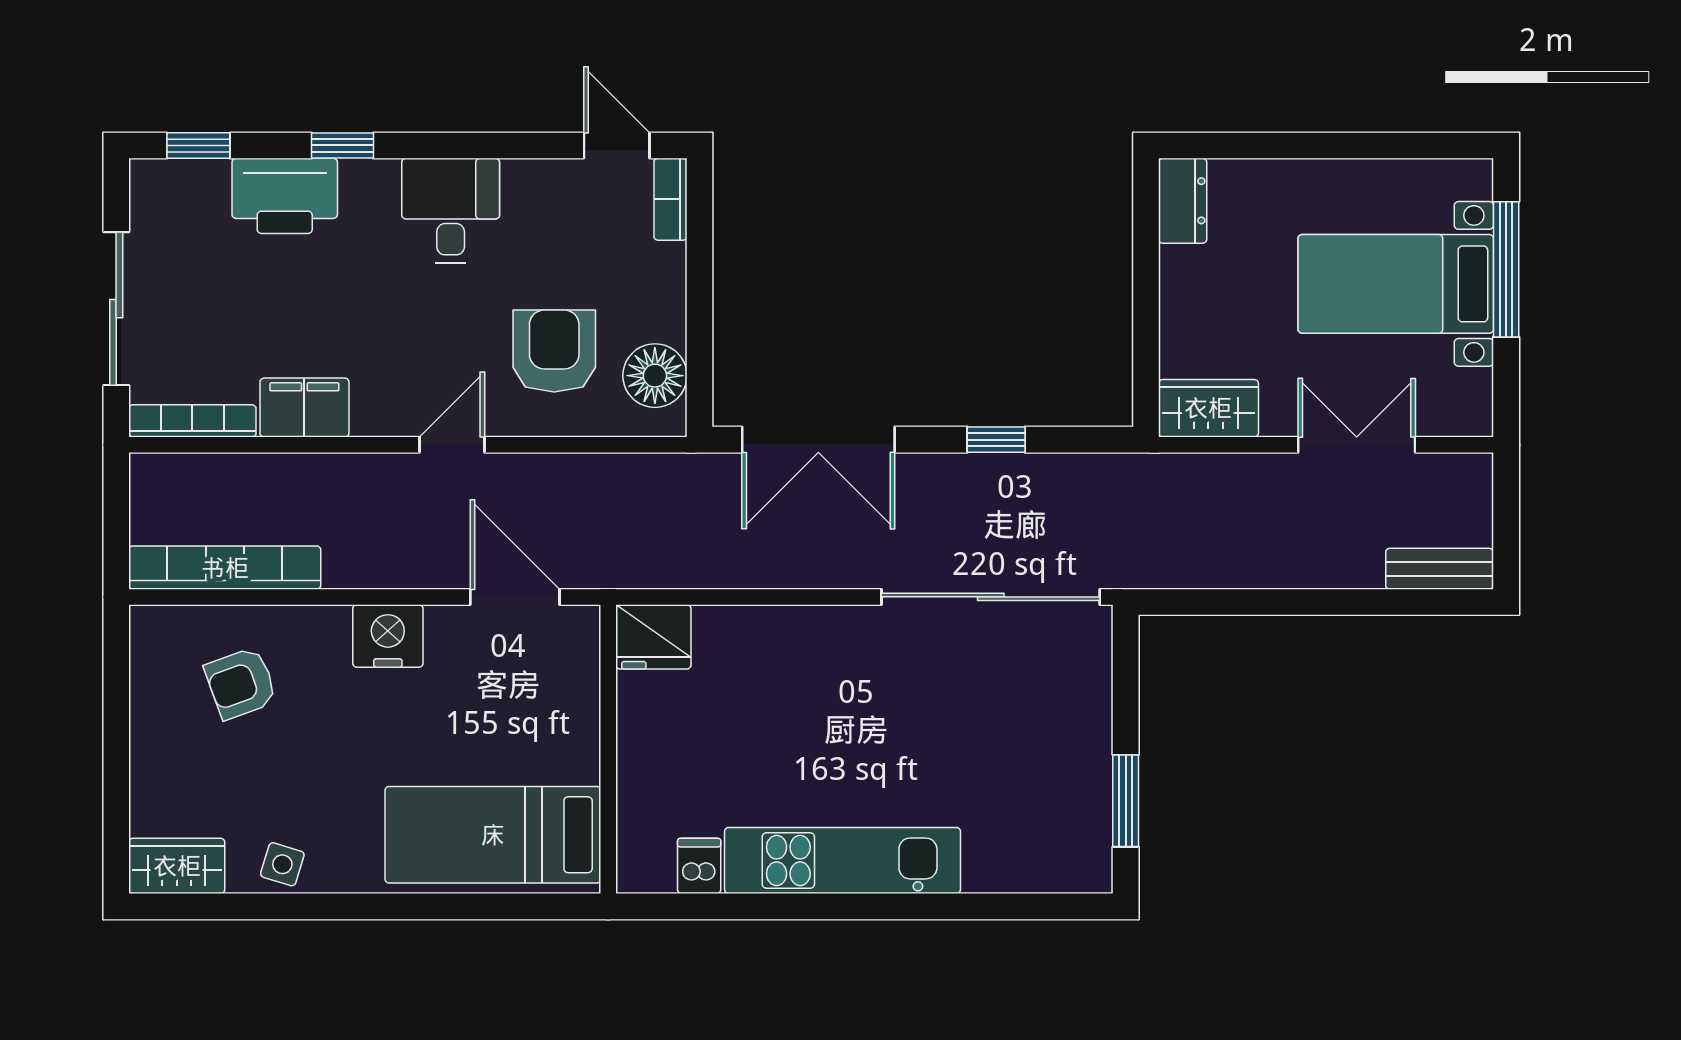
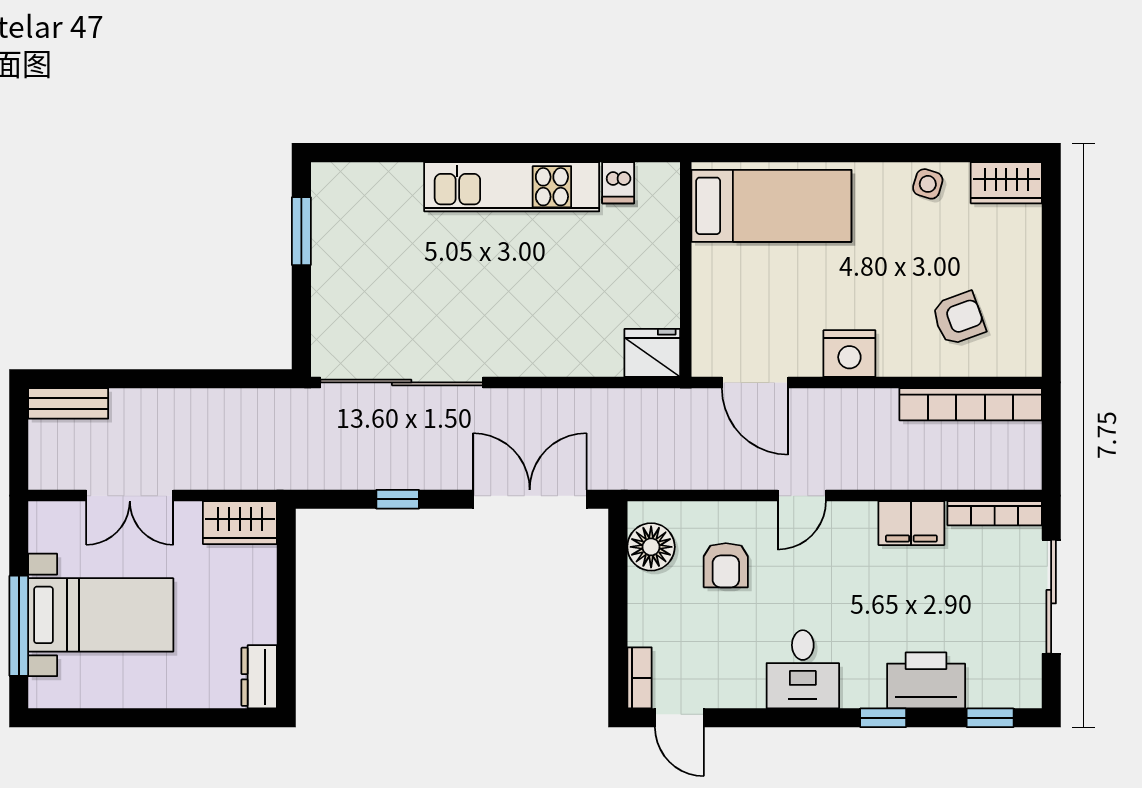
armchair: (554, 351) -> (726, 565), width x0.72, depth x0.72

